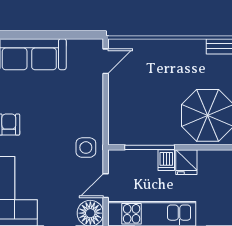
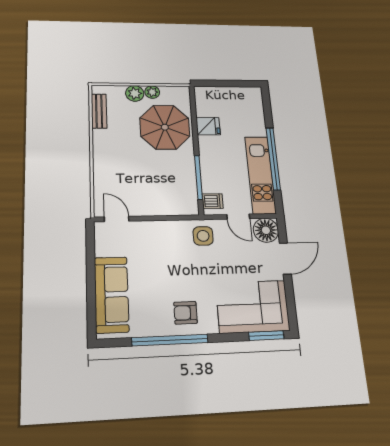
dishwasher: (166, 160) -> (213, 201), moved
fridge: (186, 162) -> (208, 126), moved

